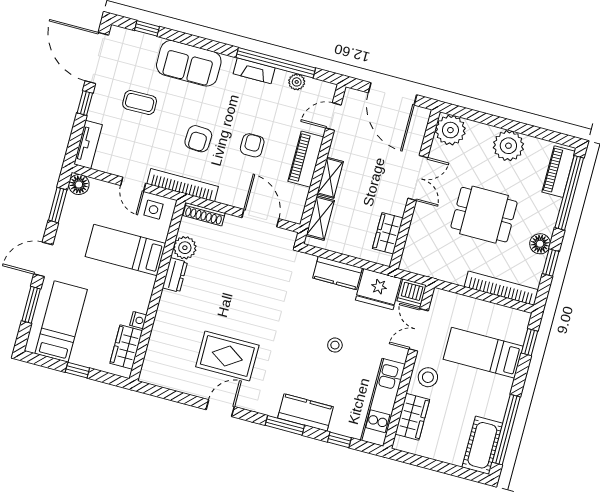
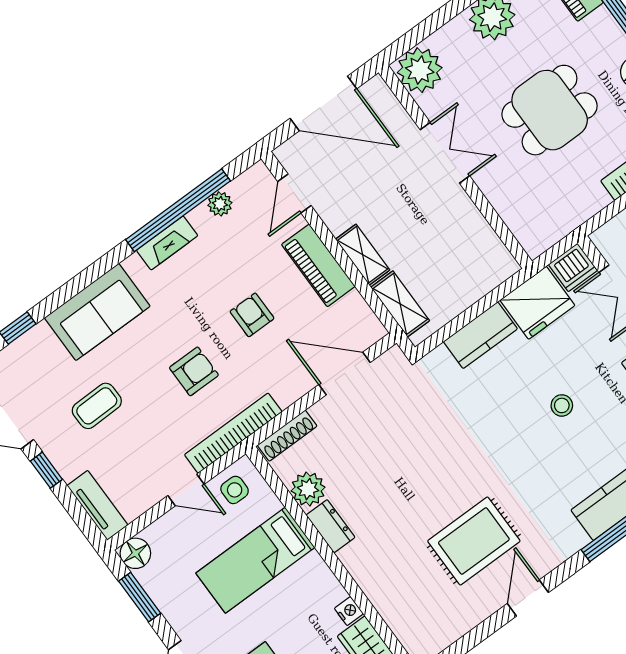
armchair: (198, 139) -> (194, 371), turned -93
wardrobe: (388, 233) -> (481, 240), removed

